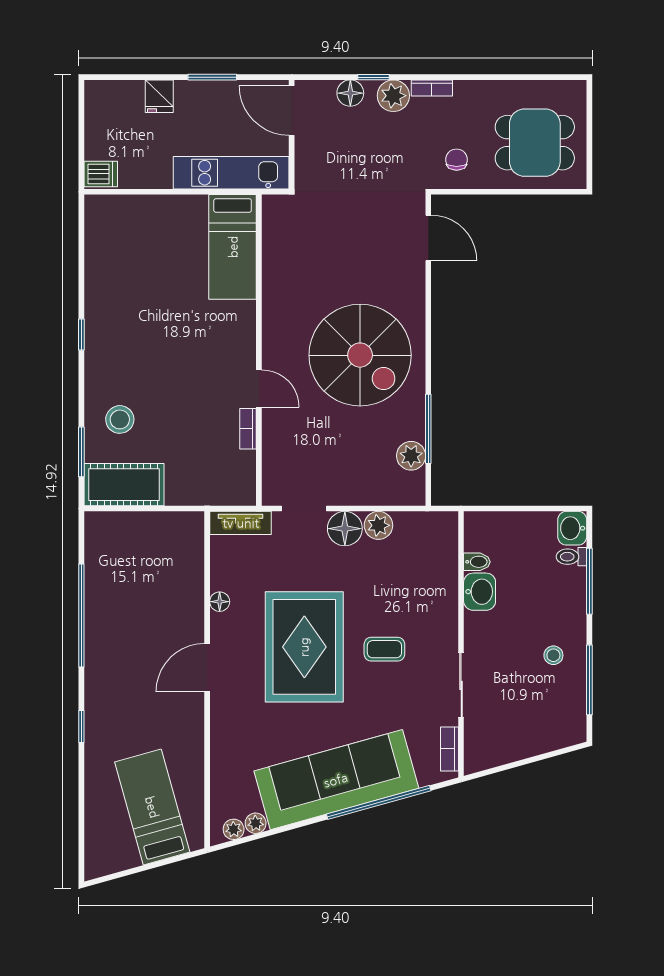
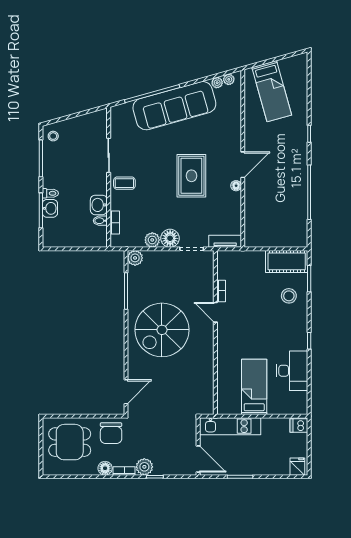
floor lamp: (350, 93) -> (105, 468), moved
fridge: (159, 96) -> (297, 467), moved
chair: (457, 160) -> (111, 433), width x1.87, depth x1.87
door: (428, 238) -> (126, 392), swing flipped
bed: (233, 247) -> (254, 387), moved
desk: (114, 278) -> (292, 371), added
spiral stairs: (360, 355) -> (162, 330), turned -90
plant: (411, 456) -> (135, 258), moved
washbasin: (572, 528) -> (50, 208), moved
toilet: (571, 557) -> (50, 193), moved
floor lamp: (220, 602) -> (236, 186), moved
rug: (304, 647) -> (191, 176), width x0.73, depth x0.69
coffee table: (384, 649) -> (124, 183), moved
stool: (553, 655) -> (53, 136), moved
bookcase: (449, 749) -> (115, 223), moved

